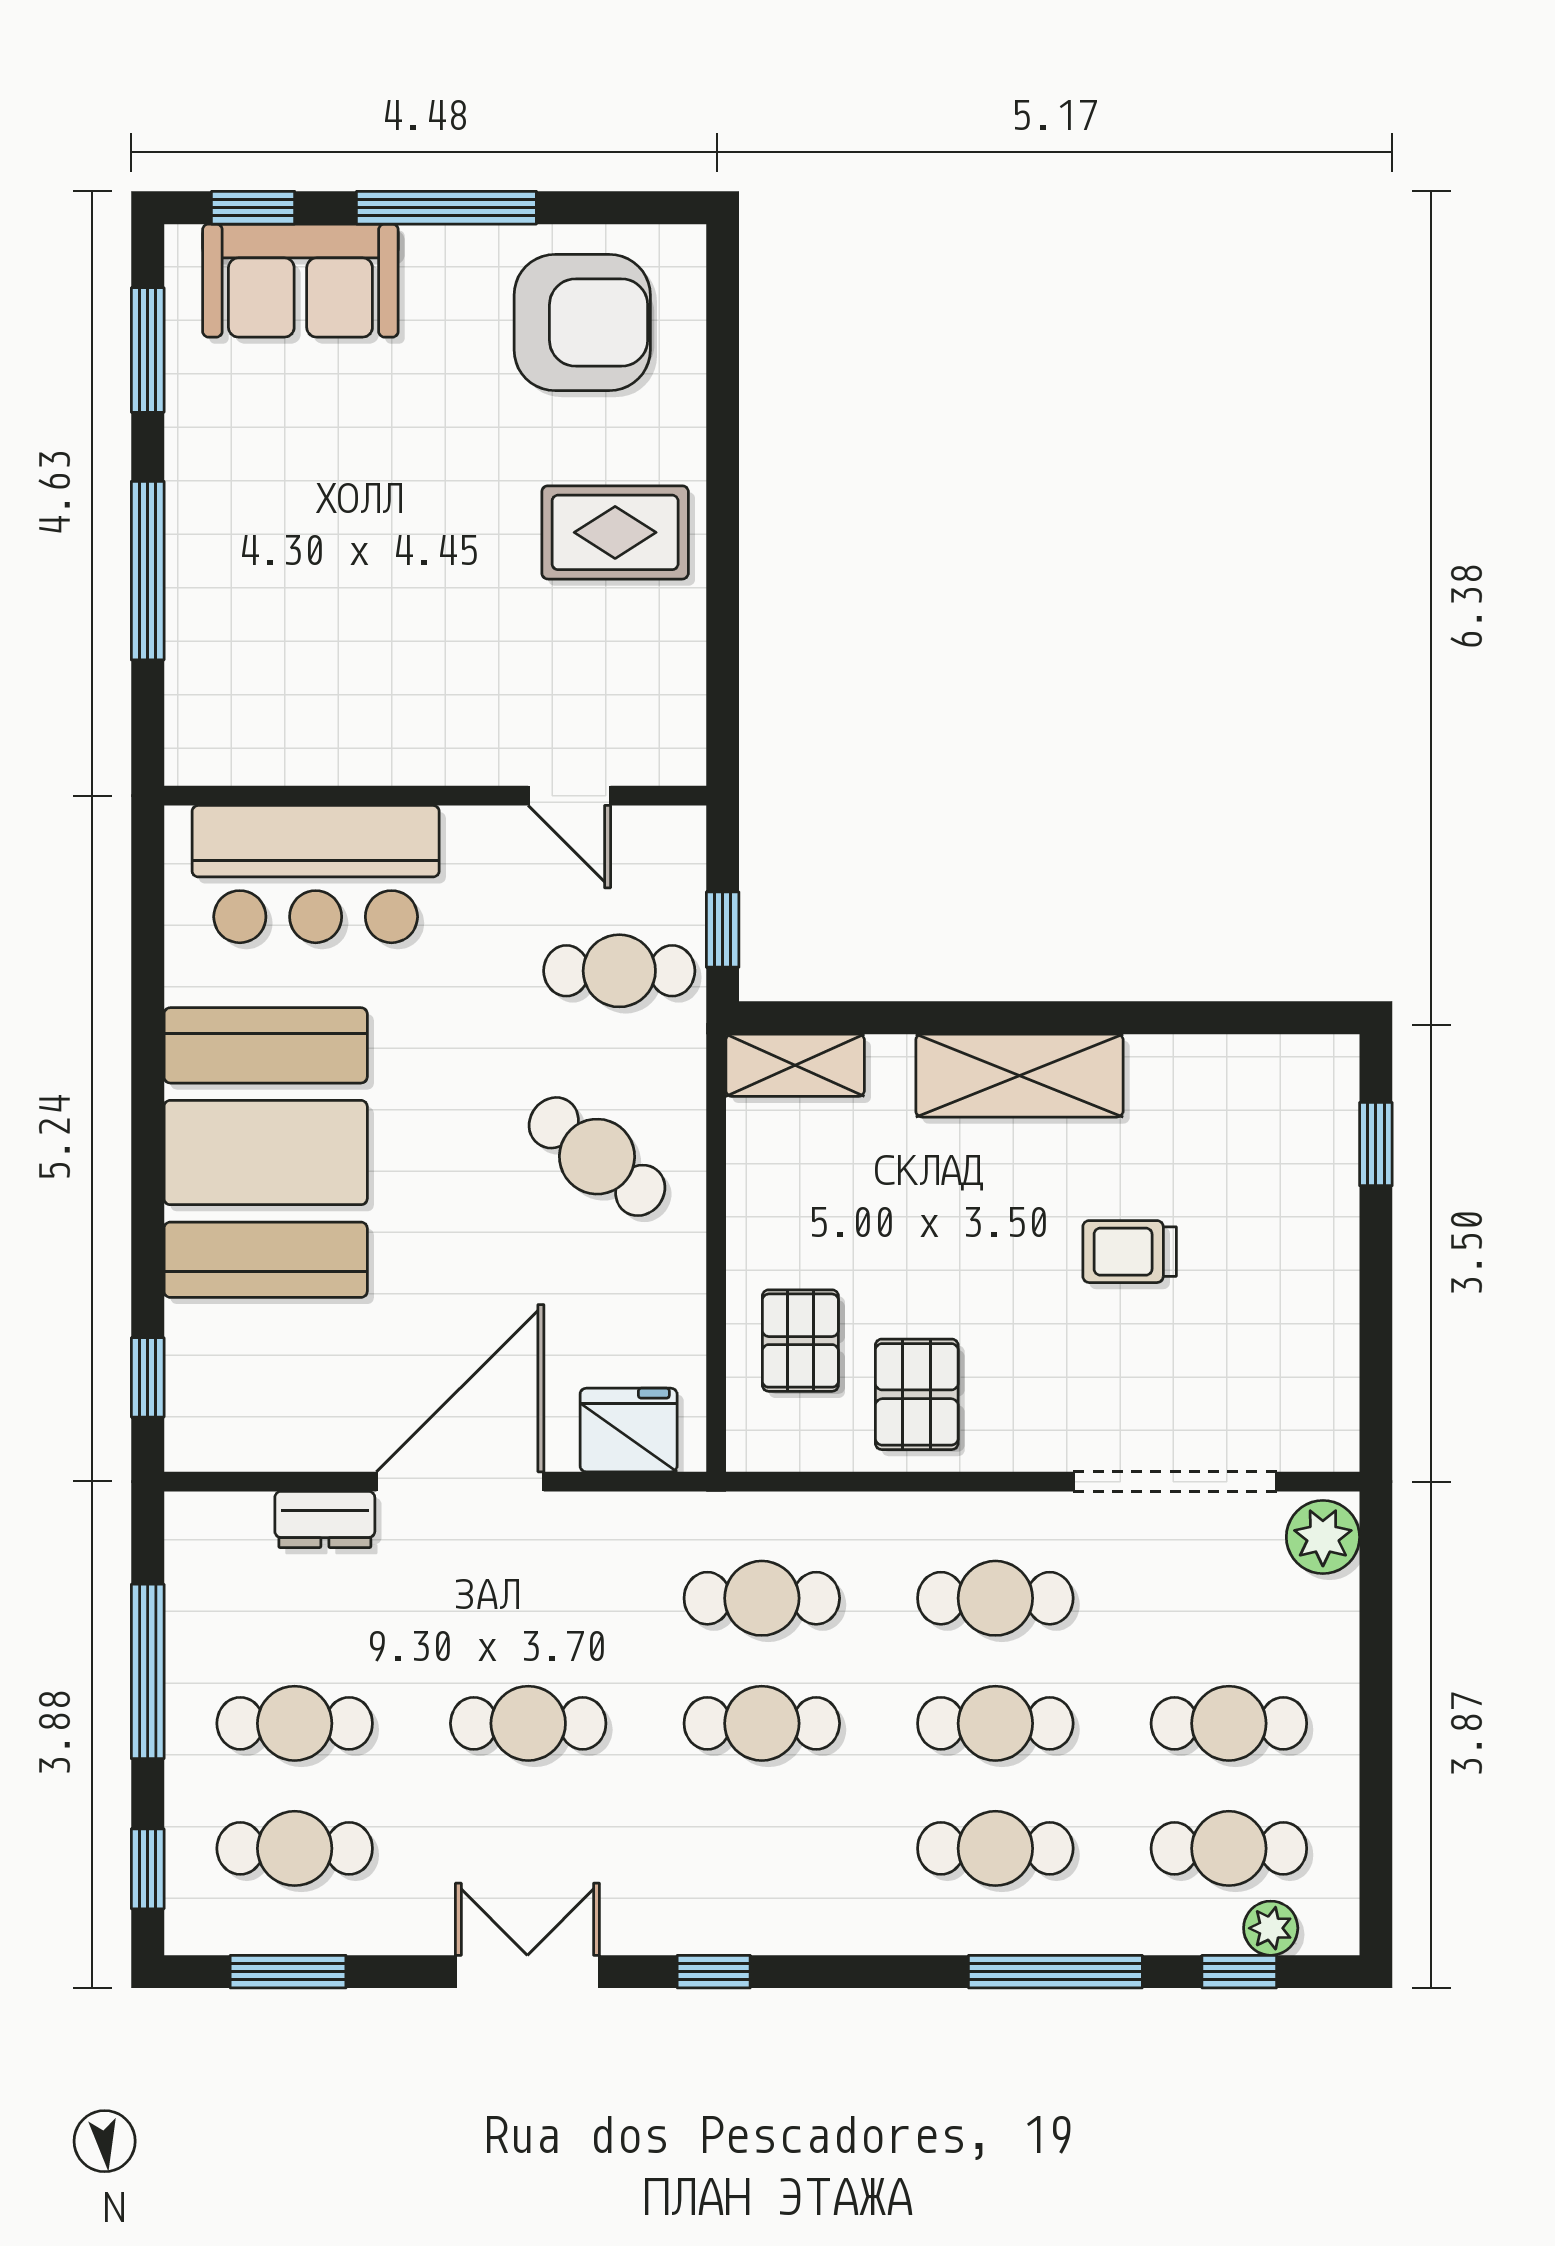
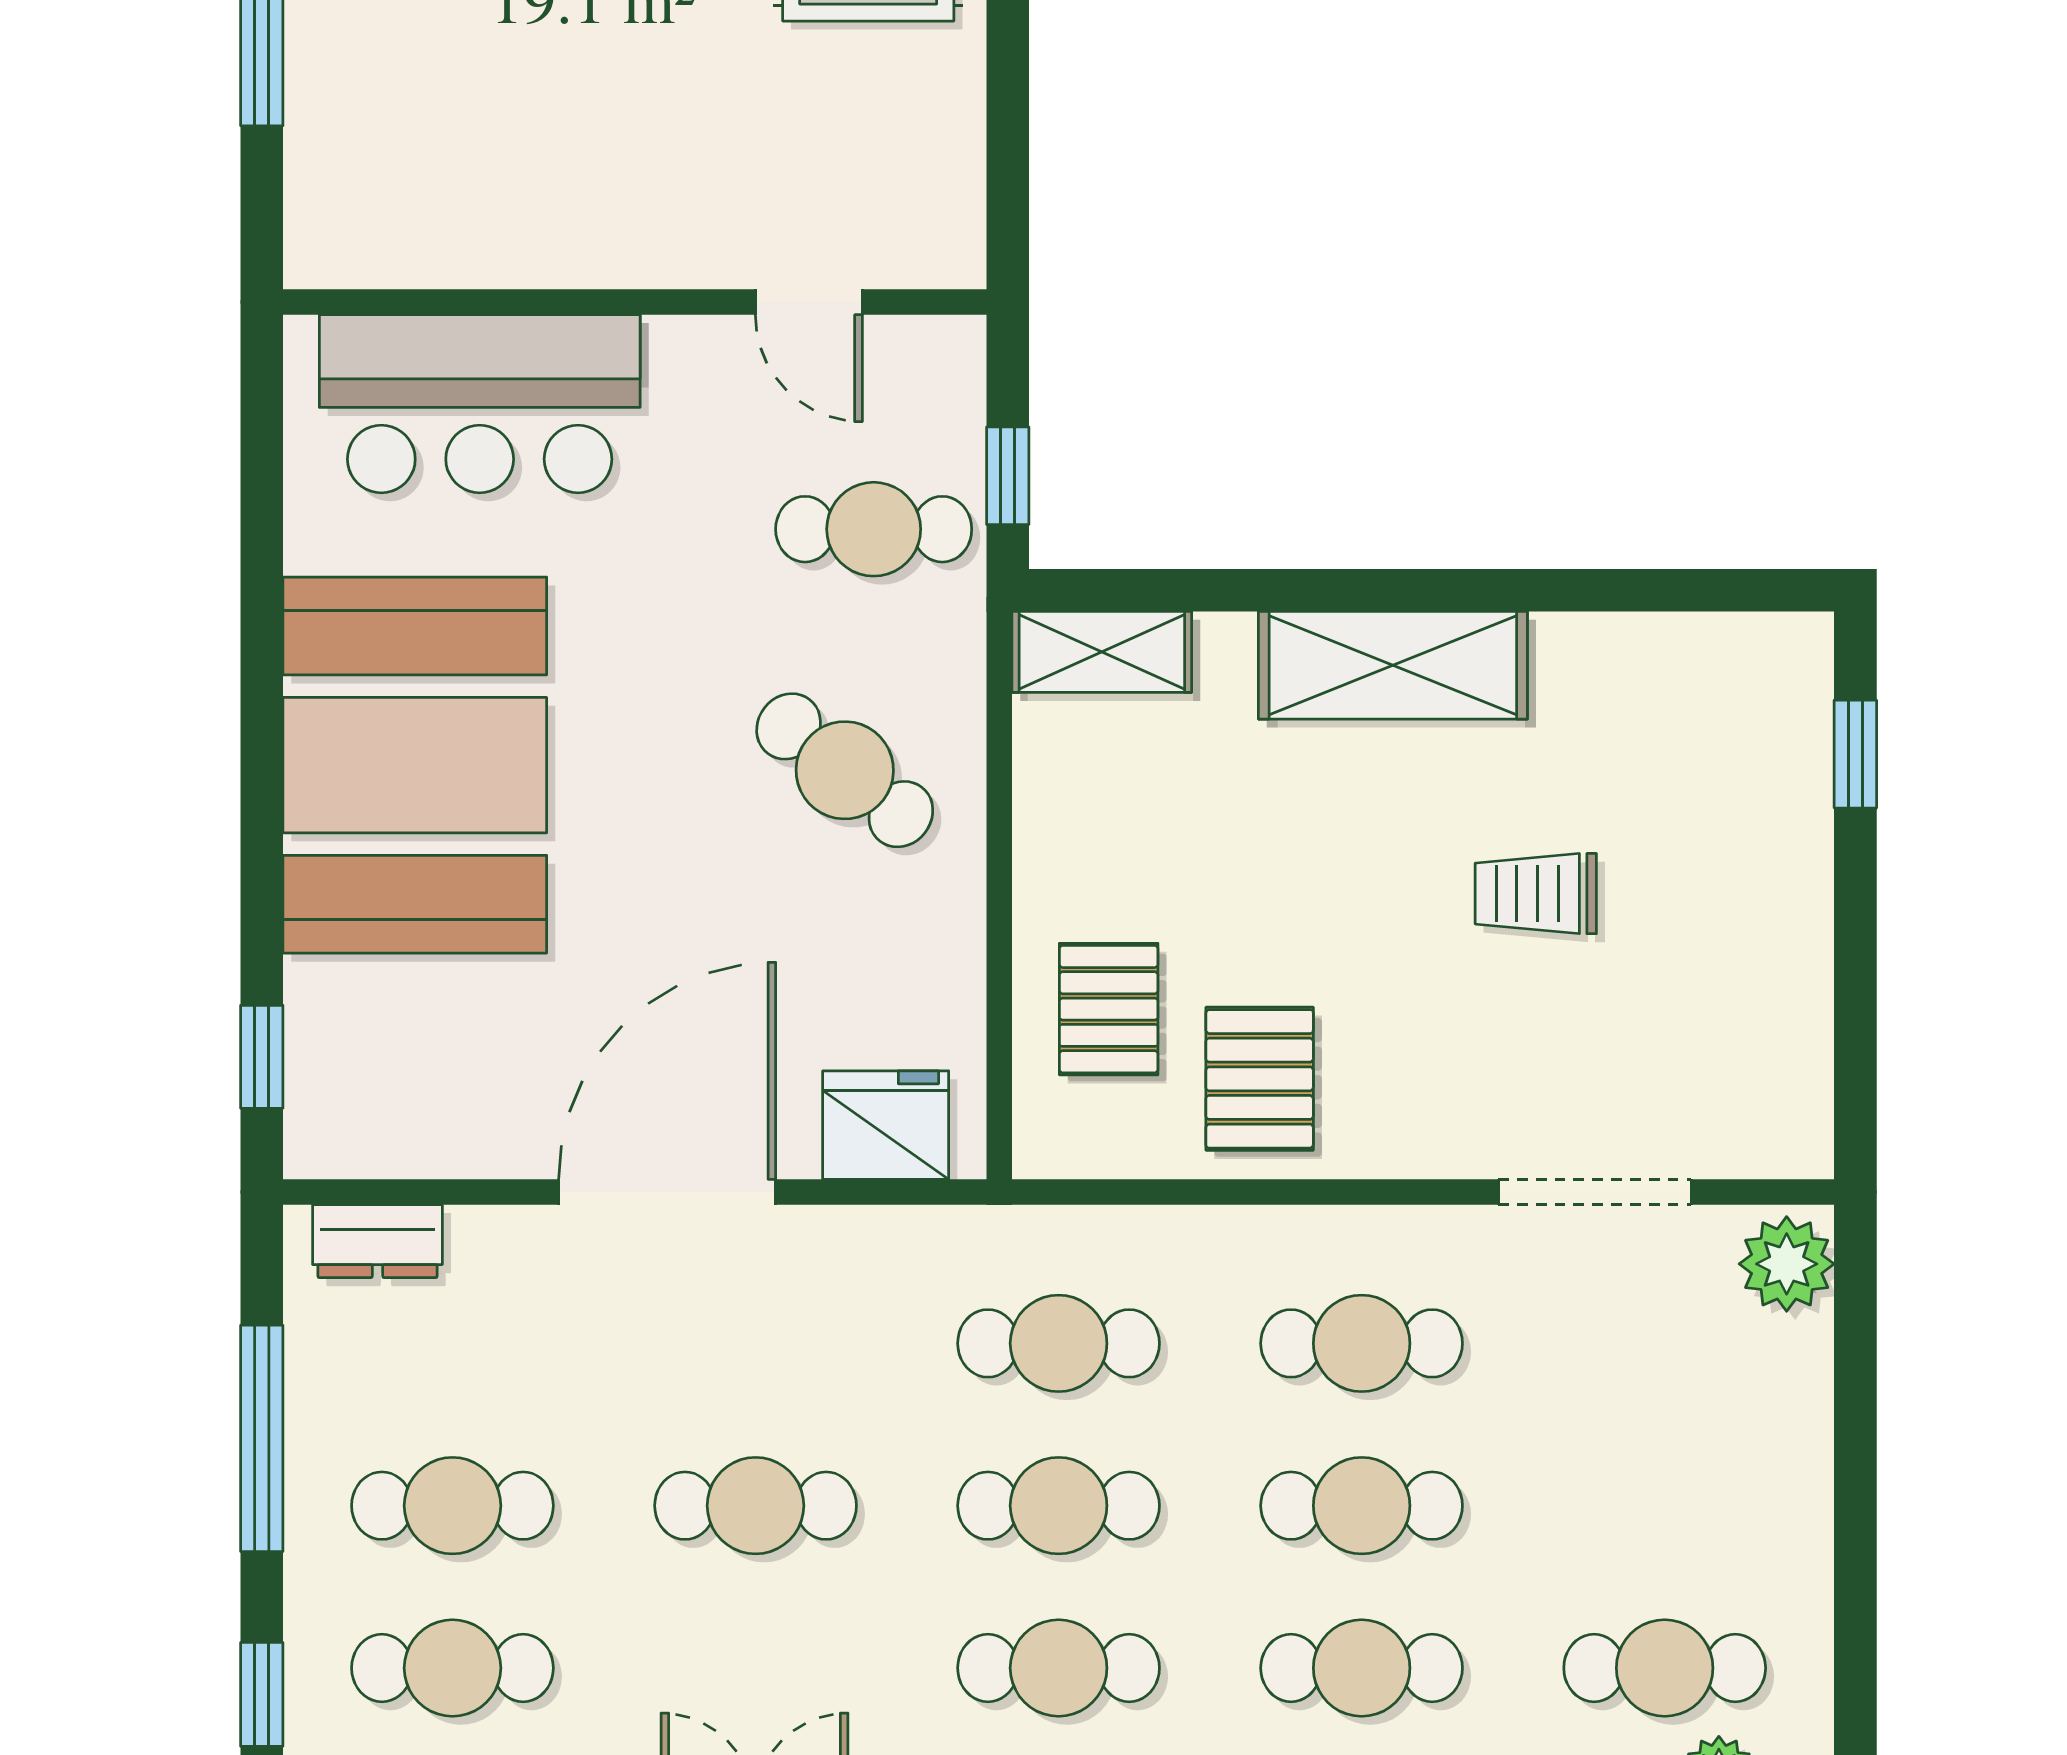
doorway: (1175, 1482) -> (1595, 1192), width x0.73
dresser: (325, 1520) -> (377, 1241), moved
cafe table: (1229, 1723) -> (1059, 1668), moved

